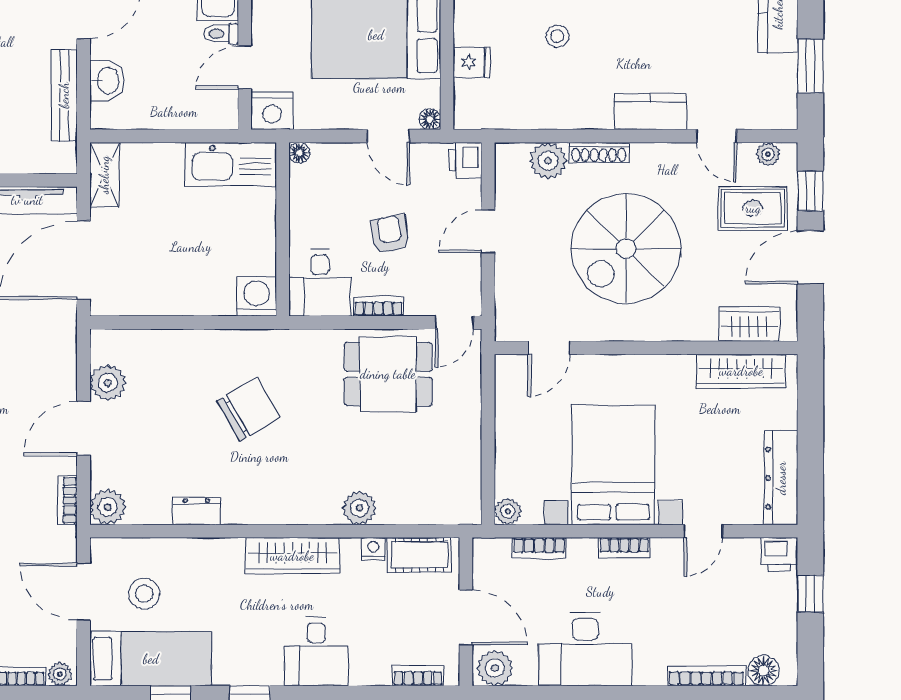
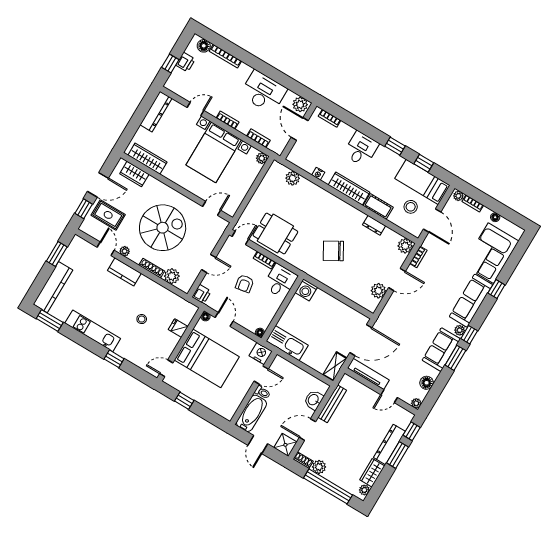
plant: (768, 154) -> (125, 251), moved
plant: (359, 508) -> (293, 178), moved
printer: (779, 554) -> (185, 62), moved, turned 90
cot: (419, 555) -> (378, 206), moved

